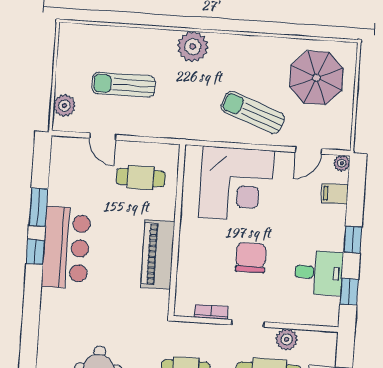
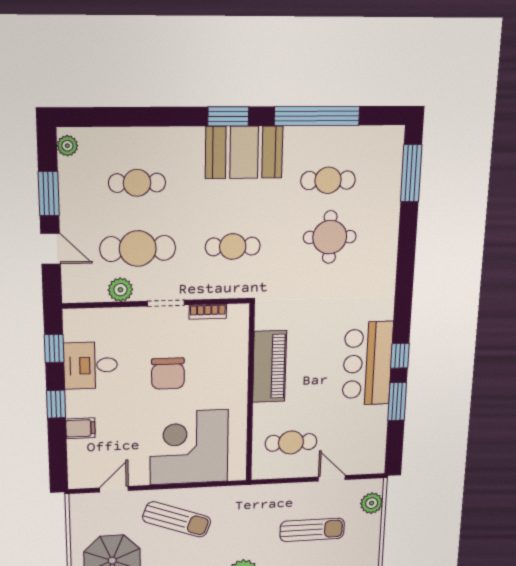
plant: (342, 163) -> (76, 481), removed
filing cabinet: (335, 194) -> (80, 428), moved

